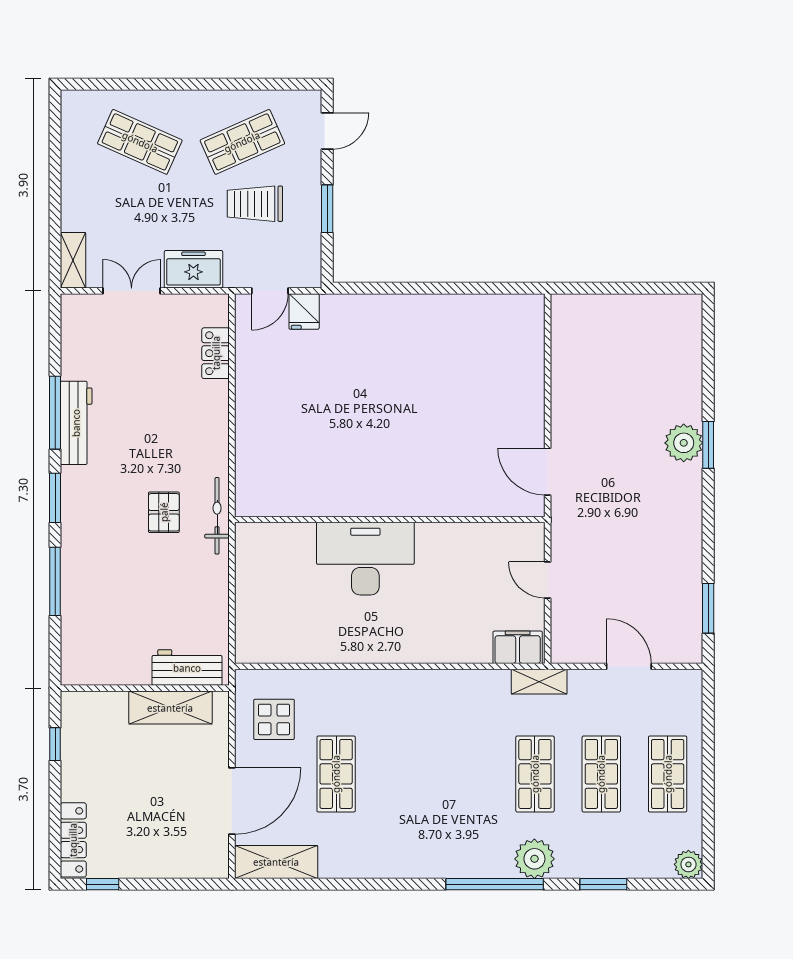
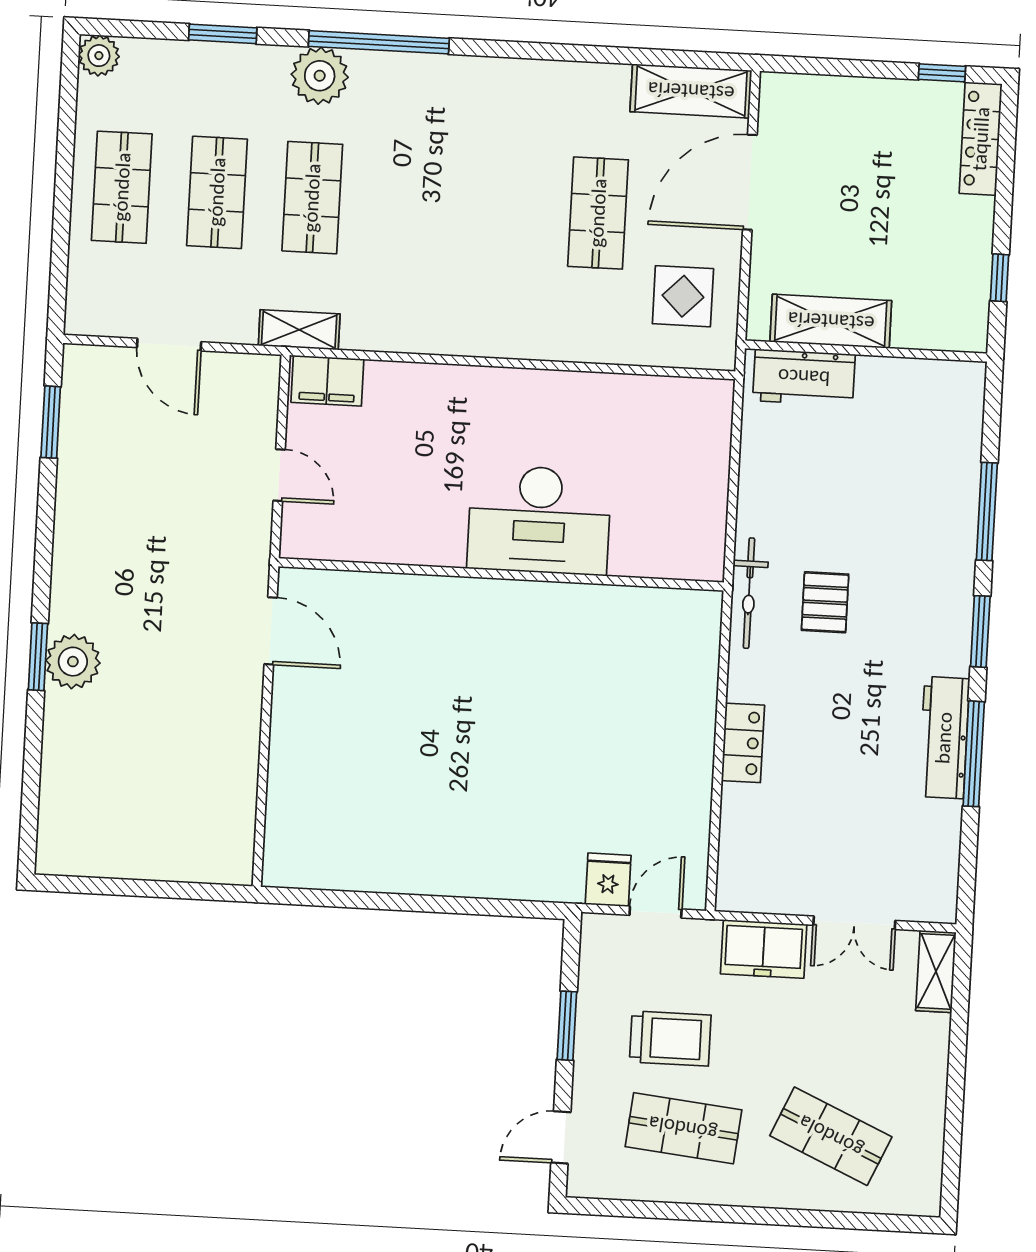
shop shelf: (242, 142) -> (683, 1128), turned 30
locker: (216, 353) -> (743, 743), moved

